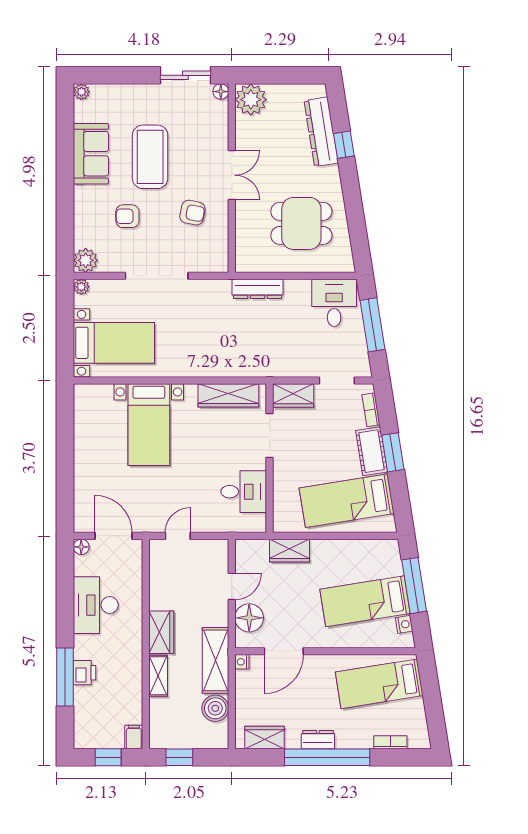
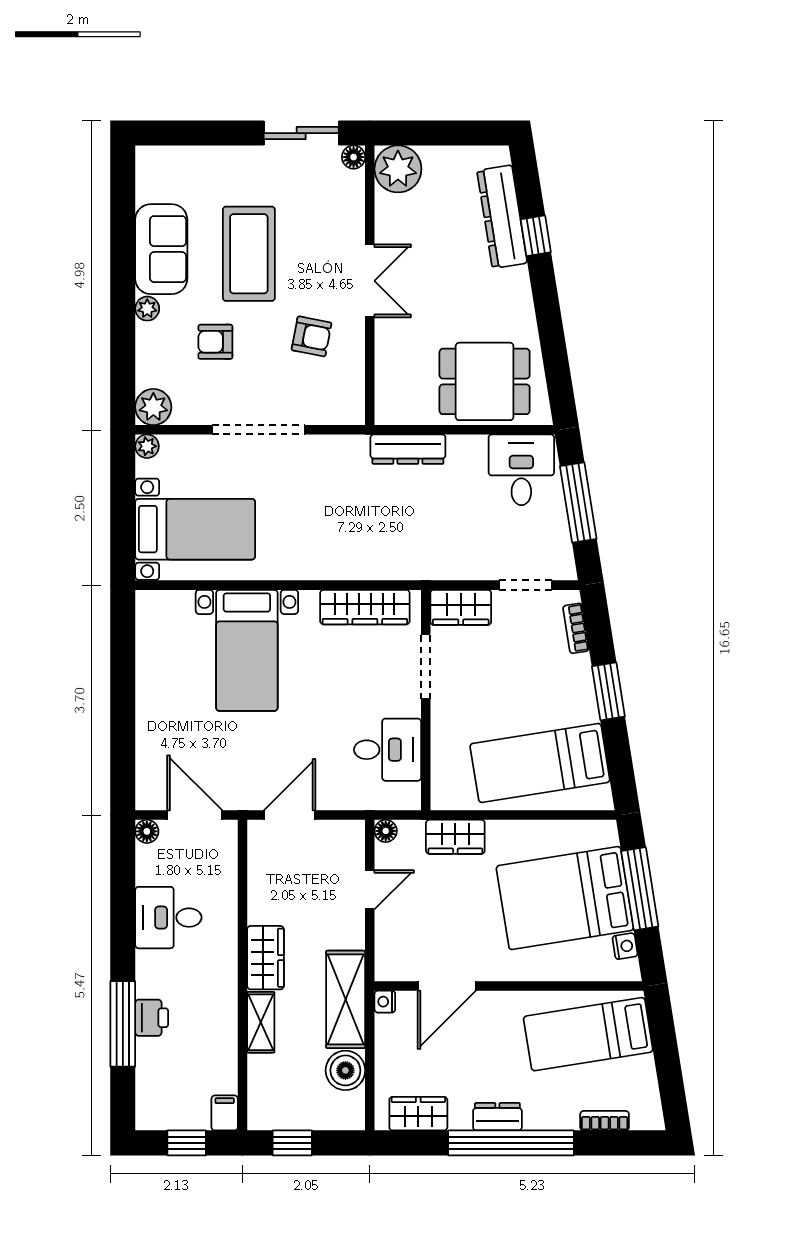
plant: (81, 92) -> (147, 309), moved
dining table: (301, 223) -> (485, 381), moved
cot: (372, 451) -> (577, 690), removed
door: (178, 536) -> (290, 815), width x1.38
bed: (365, 601) -> (565, 898), width x1.50
desk: (96, 605) -> (168, 918), width x0.73
floor lamp: (249, 618) -> (386, 831), moved, width x0.53, depth x0.53

